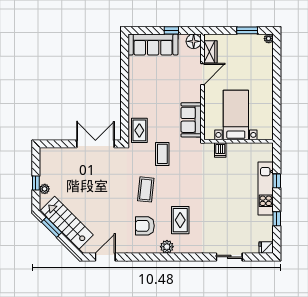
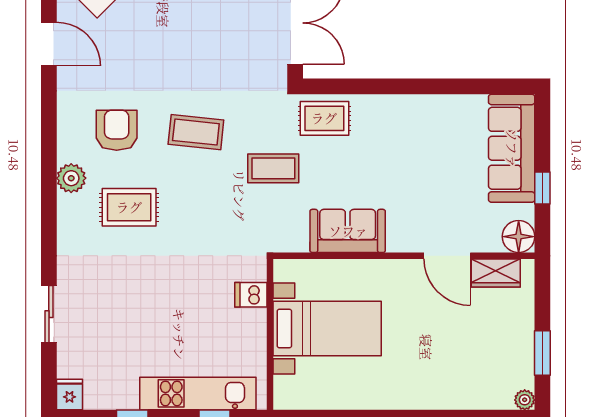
bed with nightstands: (236, 115) -> (327, 329), moved
wall: (239, 141) -> (270, 334), moved
dishwasher: (220, 150) -> (251, 295), moved

